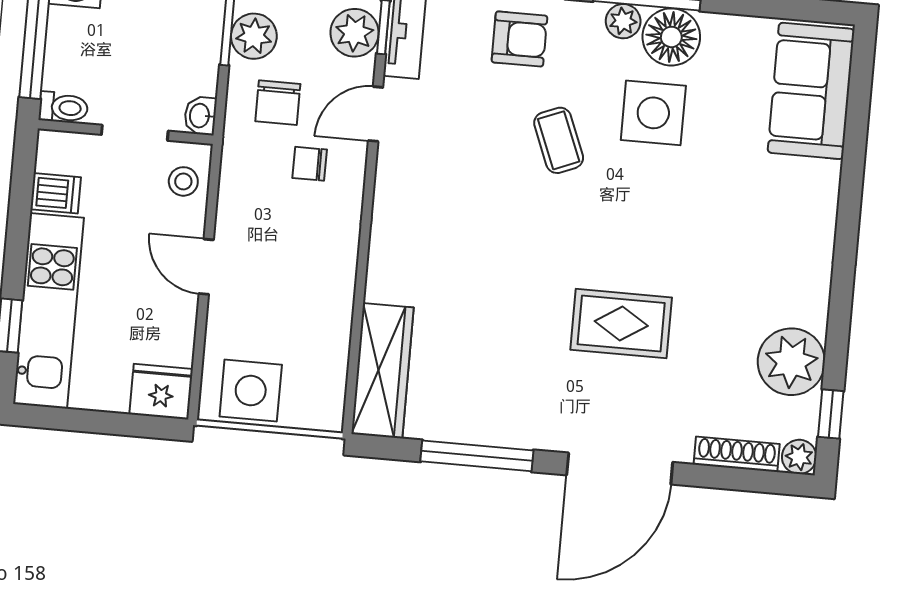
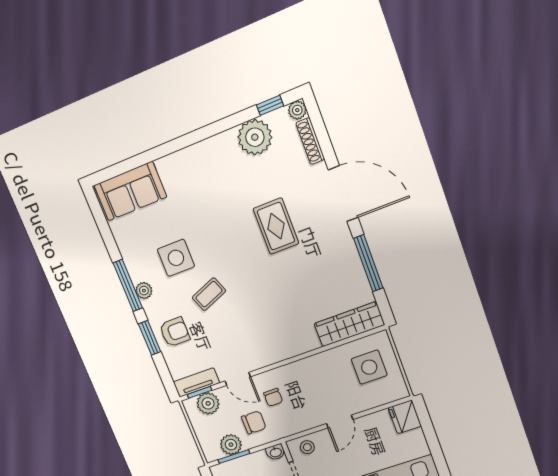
floor lamp: (671, 37) -> (140, 266), removed
armchair: (519, 39) -> (175, 332), turned 90
side table: (251, 391) -> (369, 367), moved

